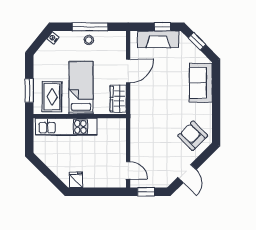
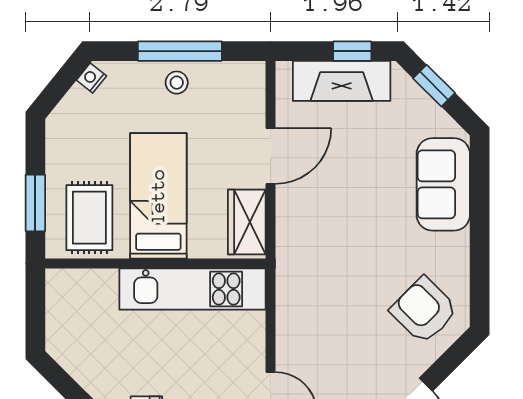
kitchen unit: (66, 127) -> (193, 289), moved

